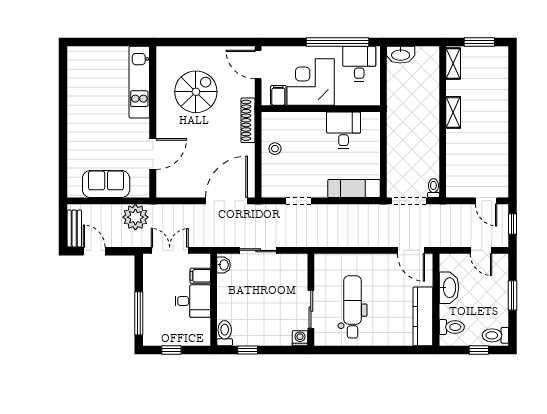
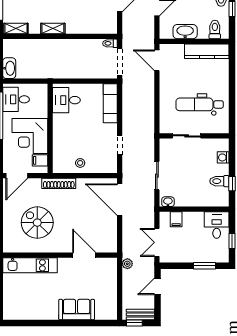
desk: (344, 130) -> (66, 100), moved
sofa: (106, 184) -> (77, 310), moved, turned 90
plant: (135, 217) -> (127, 264), width x0.53, depth x0.53
window: (63, 221) -> (134, 323), added
door: (411, 250) -> (157, 60), swing flipped
door: (94, 251) -> (158, 286), moved
desk: (193, 301) -> (217, 225), moved
sliding door: (311, 309) -> (187, 136), moved
window: (139, 313) -> (204, 266), width x0.69
toilet: (225, 333) -> (219, 181), moved
washing machine: (300, 338) -> (223, 157), moved

